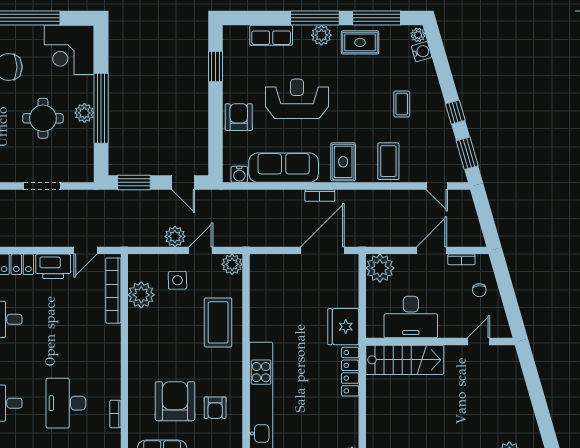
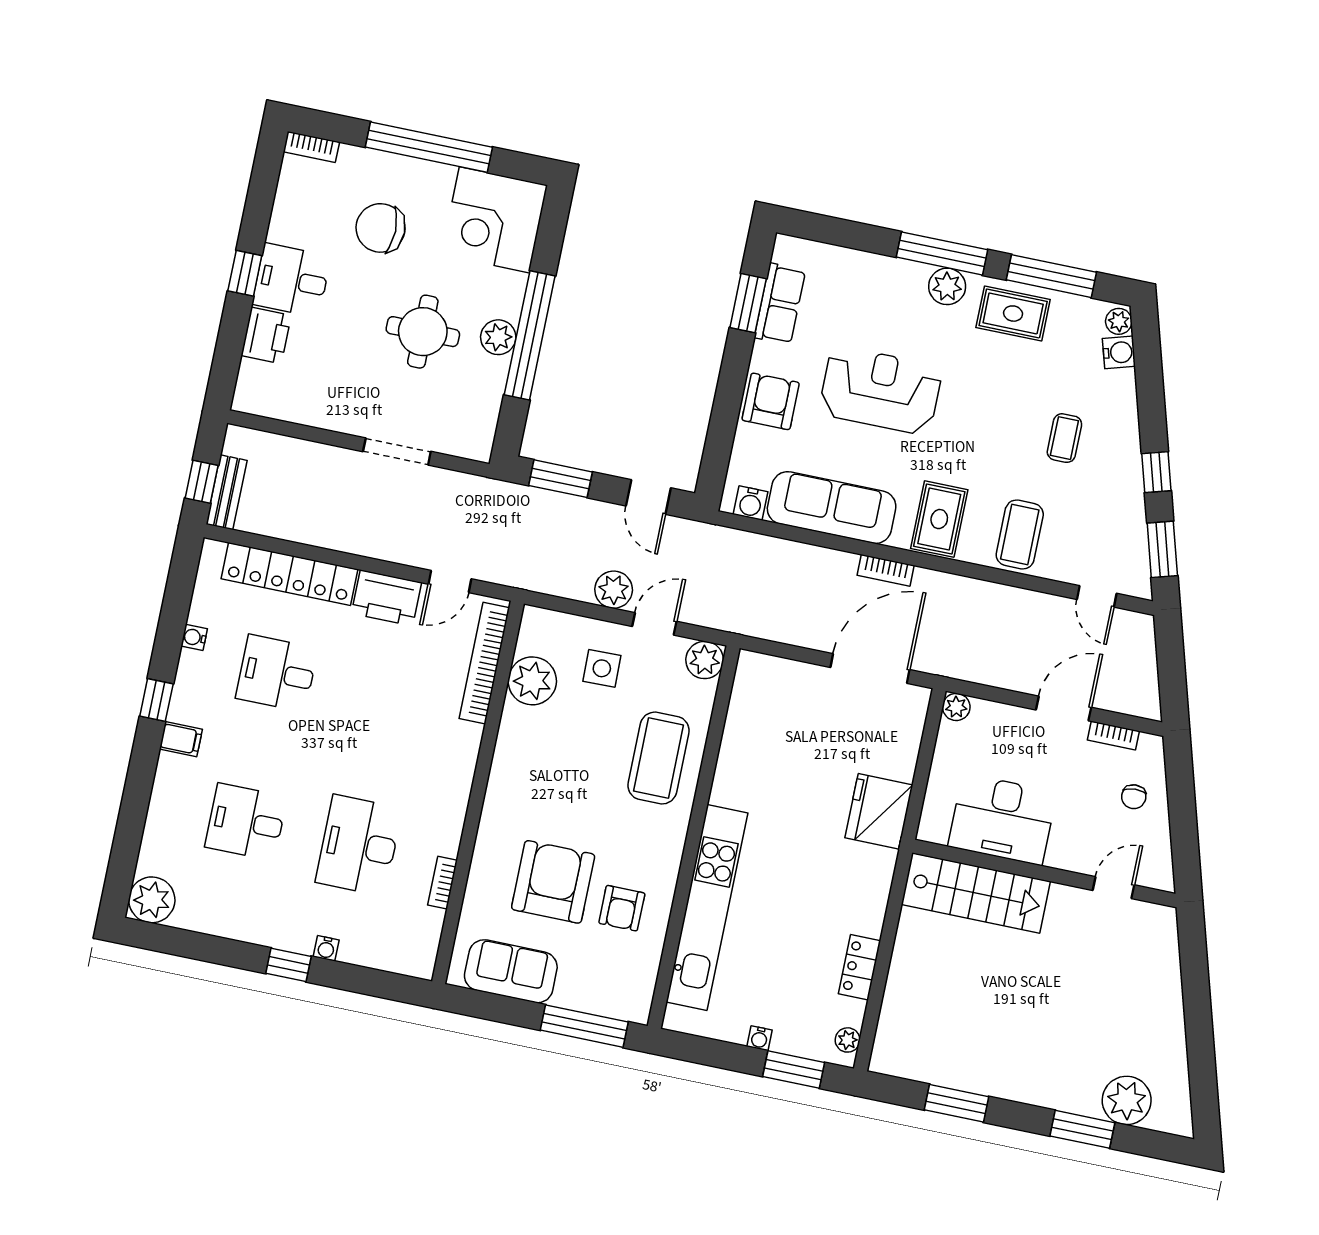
row of seats: (271, 35) -> (780, 304), moved, turned -90
plant: (380, 268) -> (956, 707), width x0.53, depth x0.53
locker: (350, 372) -> (859, 967), moved, width x0.66

